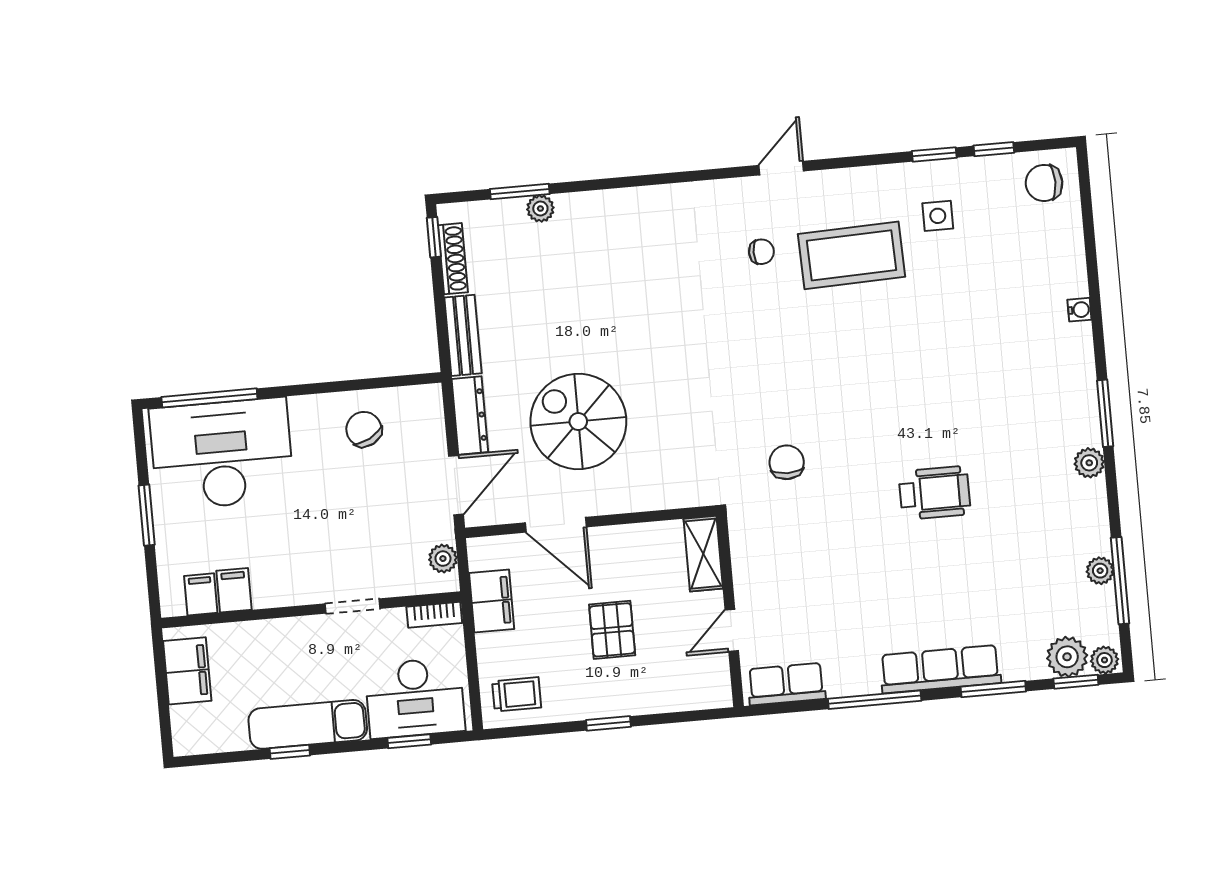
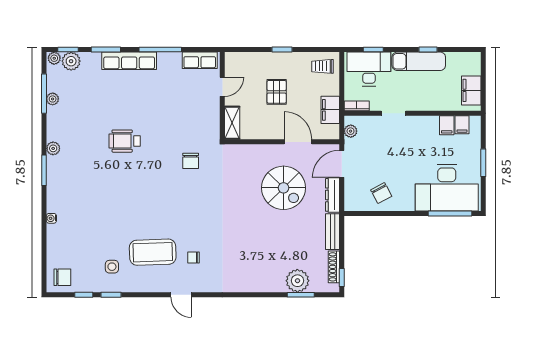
door: (781, 168) -> (181, 295), hinge flipped
plant: (540, 208) -> (297, 281), width x1.88, depth x1.88

